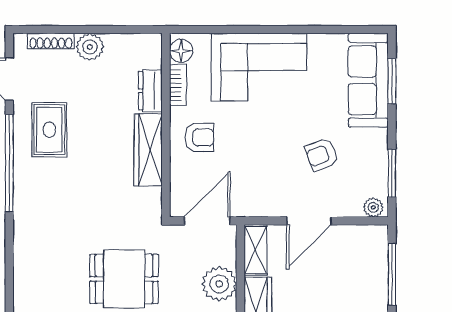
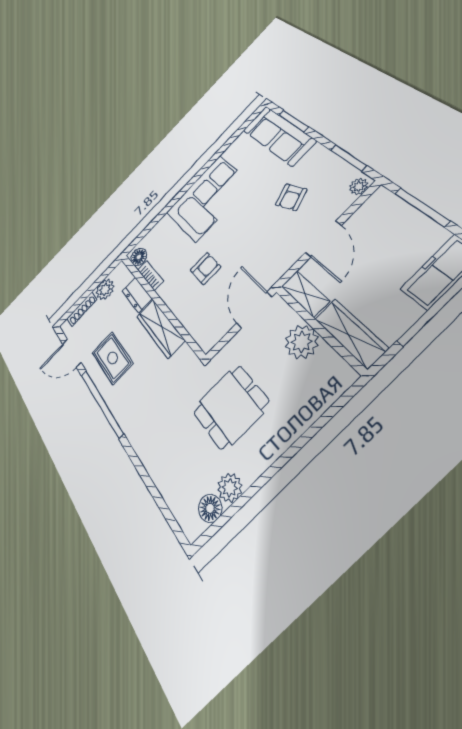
floor lamp: (181, 51) -> (139, 257), moved
bookcase: (178, 85) -> (150, 275), moved
dresser: (150, 91) -> (137, 295), moved
wall: (166, 125) -> (160, 304), moved
wardrobe: (148, 150) -> (160, 328), moved

